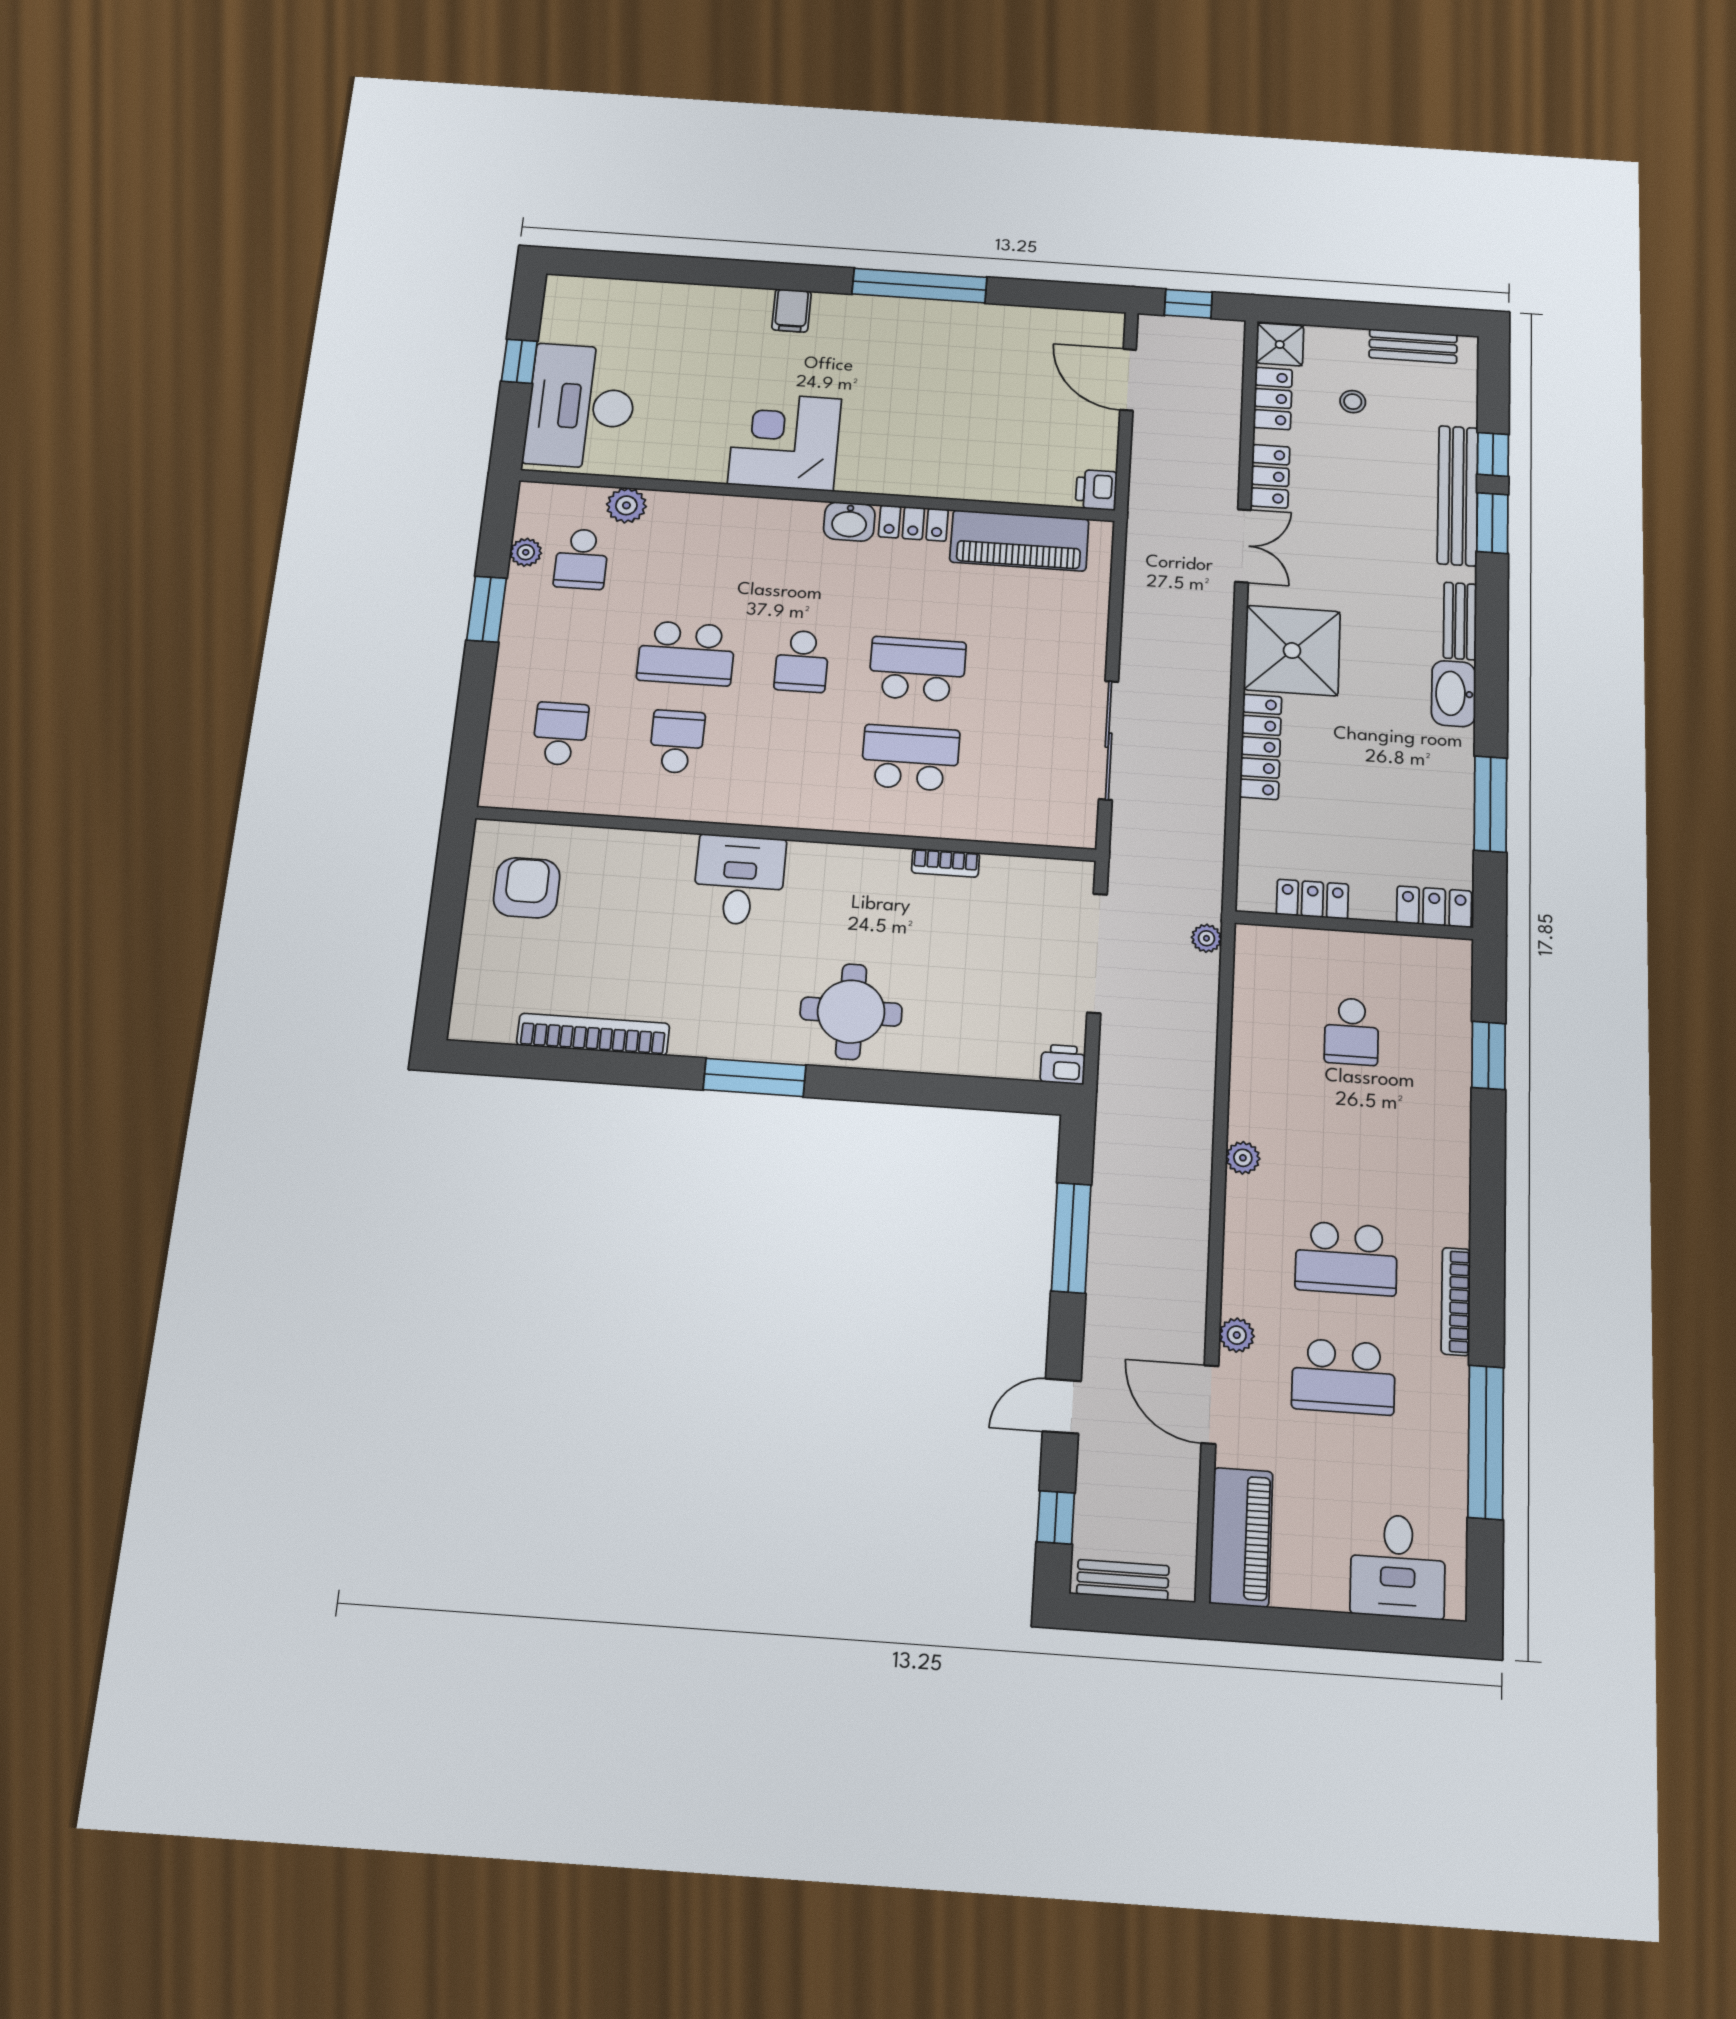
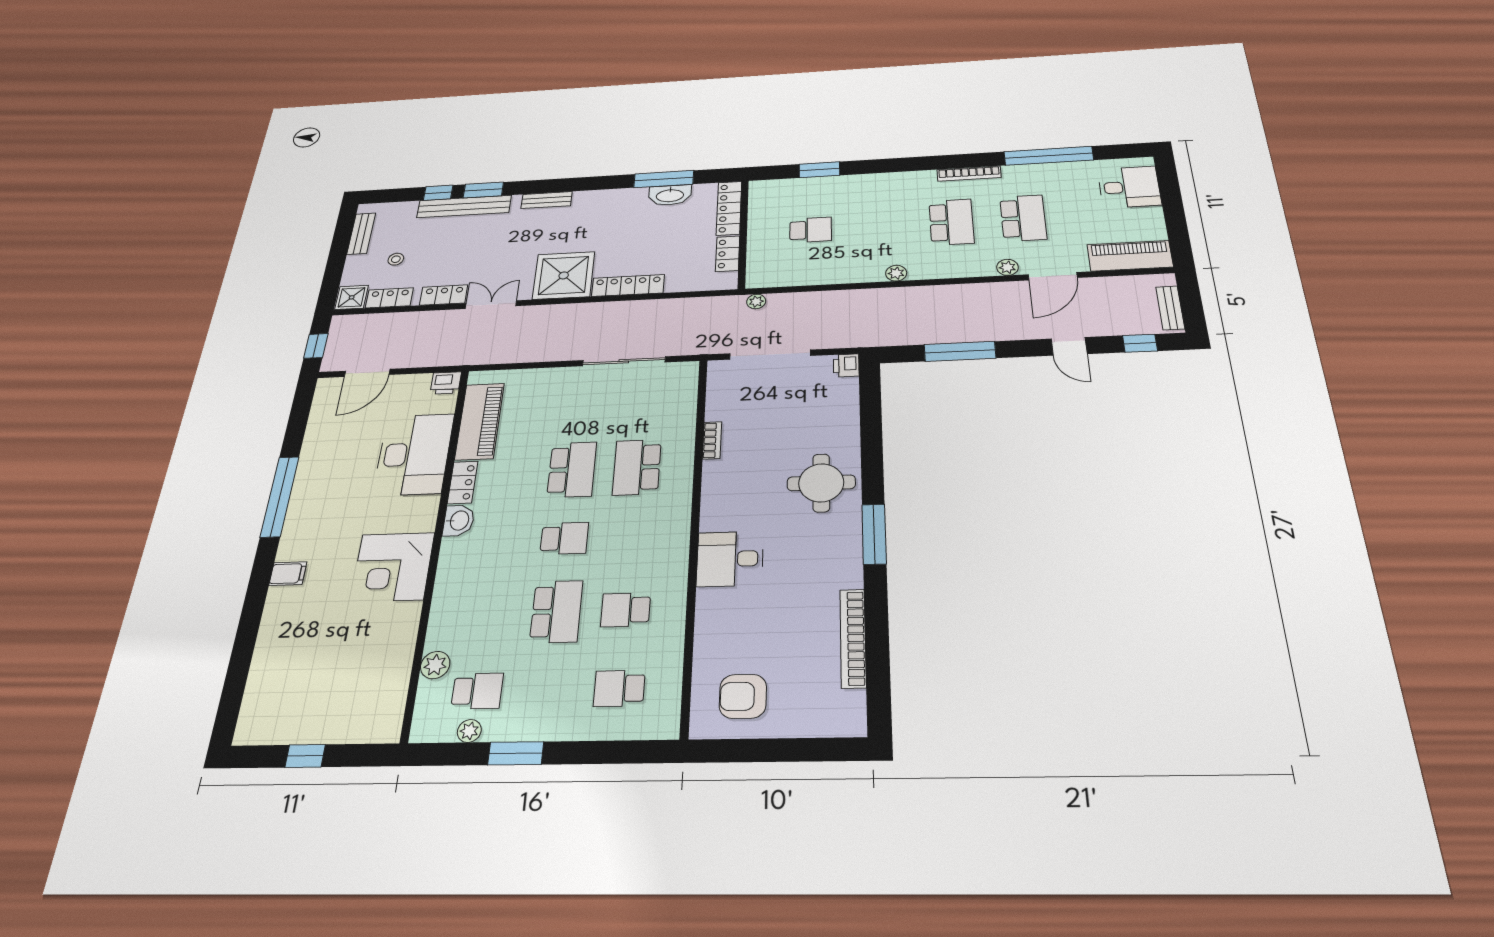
desk: (581, 406) -> (414, 454), moved, turned -90
school desk: (917, 669) -> (572, 470), turned 180
washbasin: (1454, 694) -> (670, 195), moved
locker: (1434, 907) -> (729, 208), width x1.53

